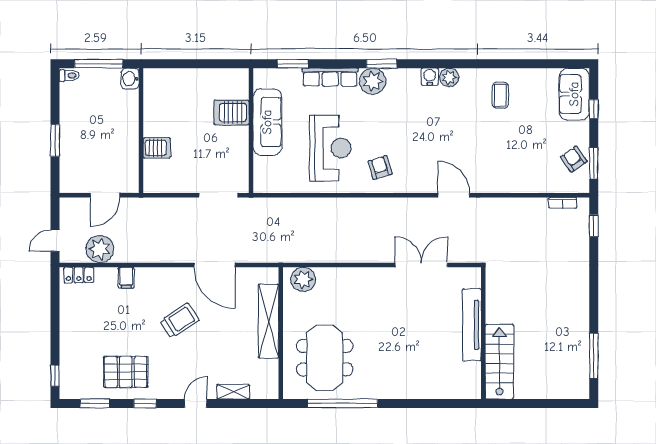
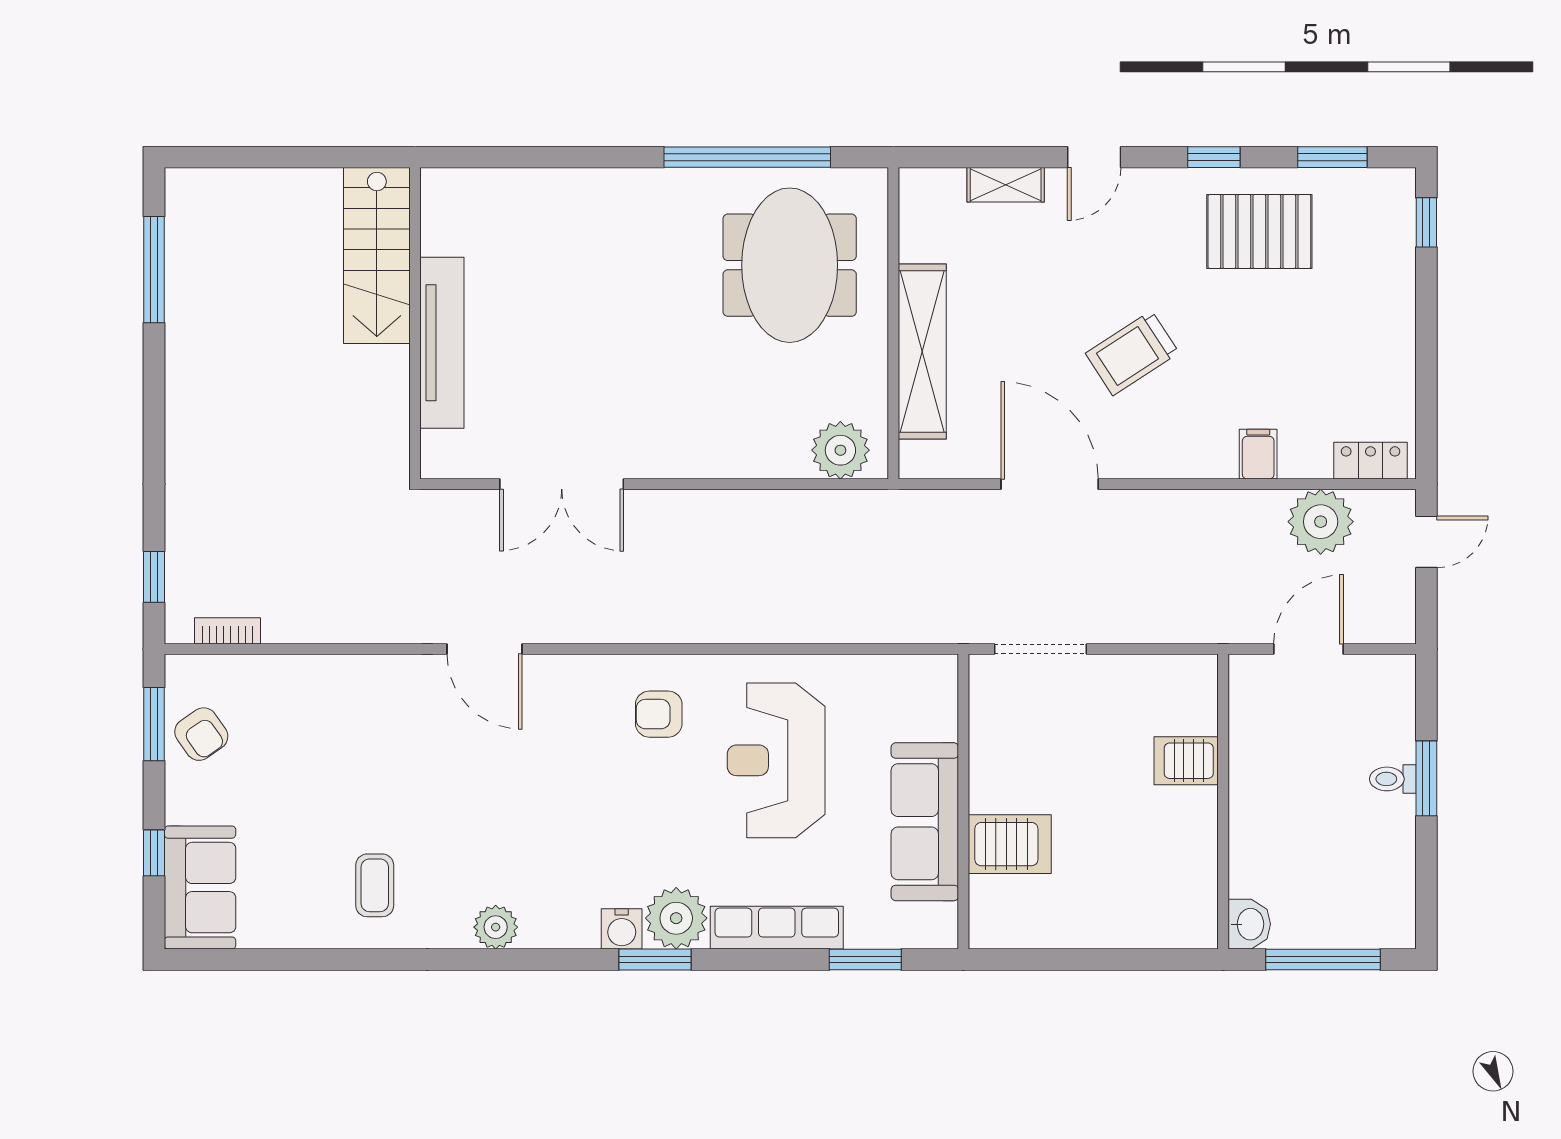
toilet: (69, 75) -> (1393, 779), moved
water cooler: (430, 77) -> (622, 929), moved
armchair: (380, 168) -> (659, 714), turned 107

